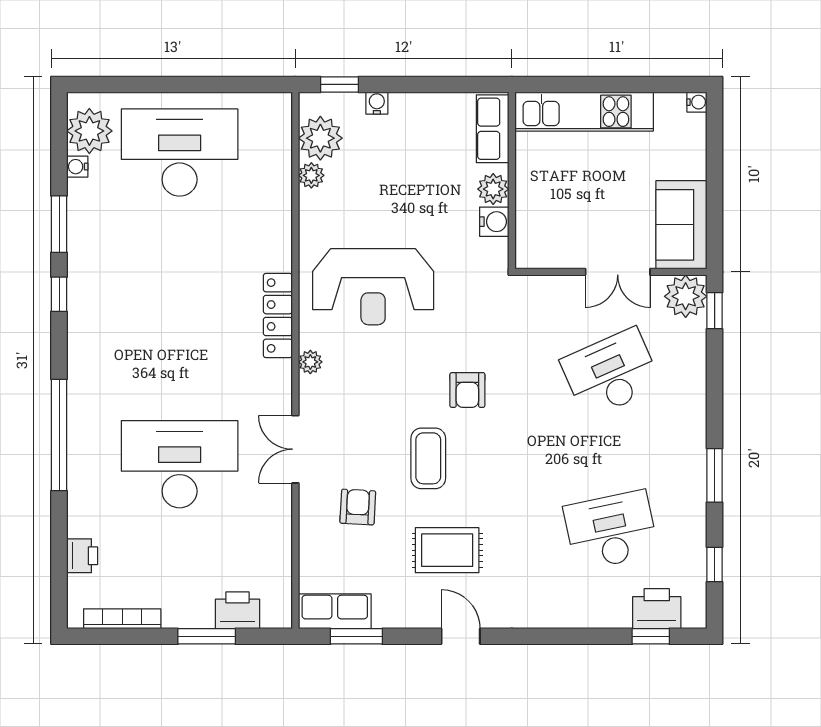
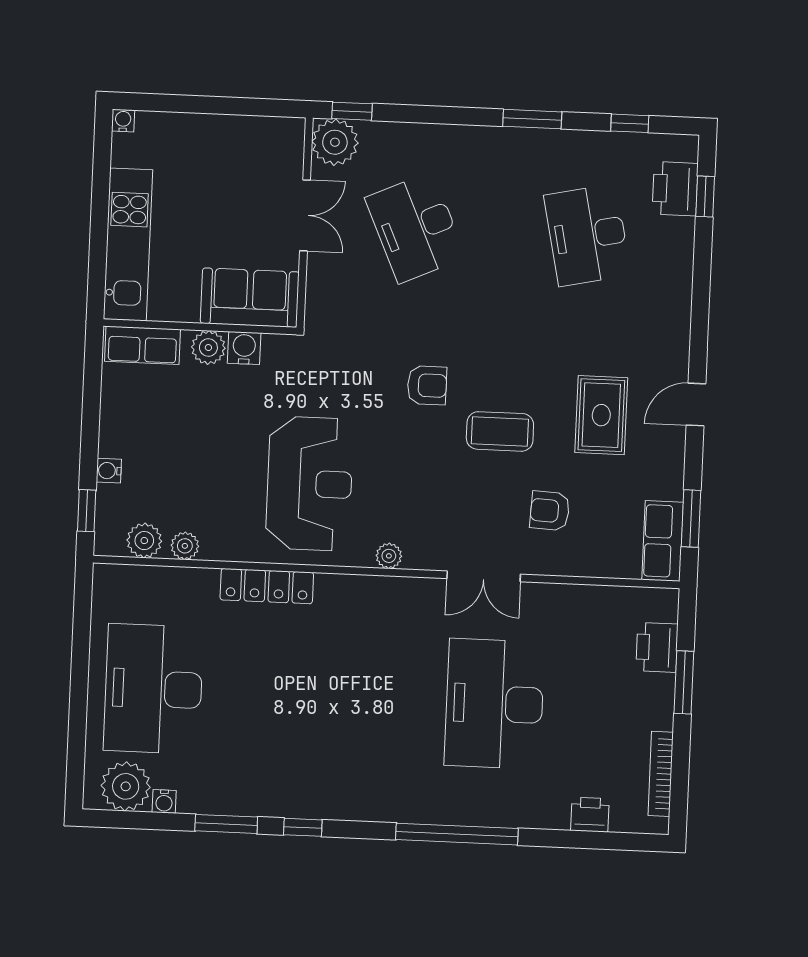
plant: (320, 138) -> (144, 541), width x0.73, depth x0.73
sofa: (681, 225) -> (250, 298), moved, turned 180
locker: (278, 316) -> (267, 586), moved

